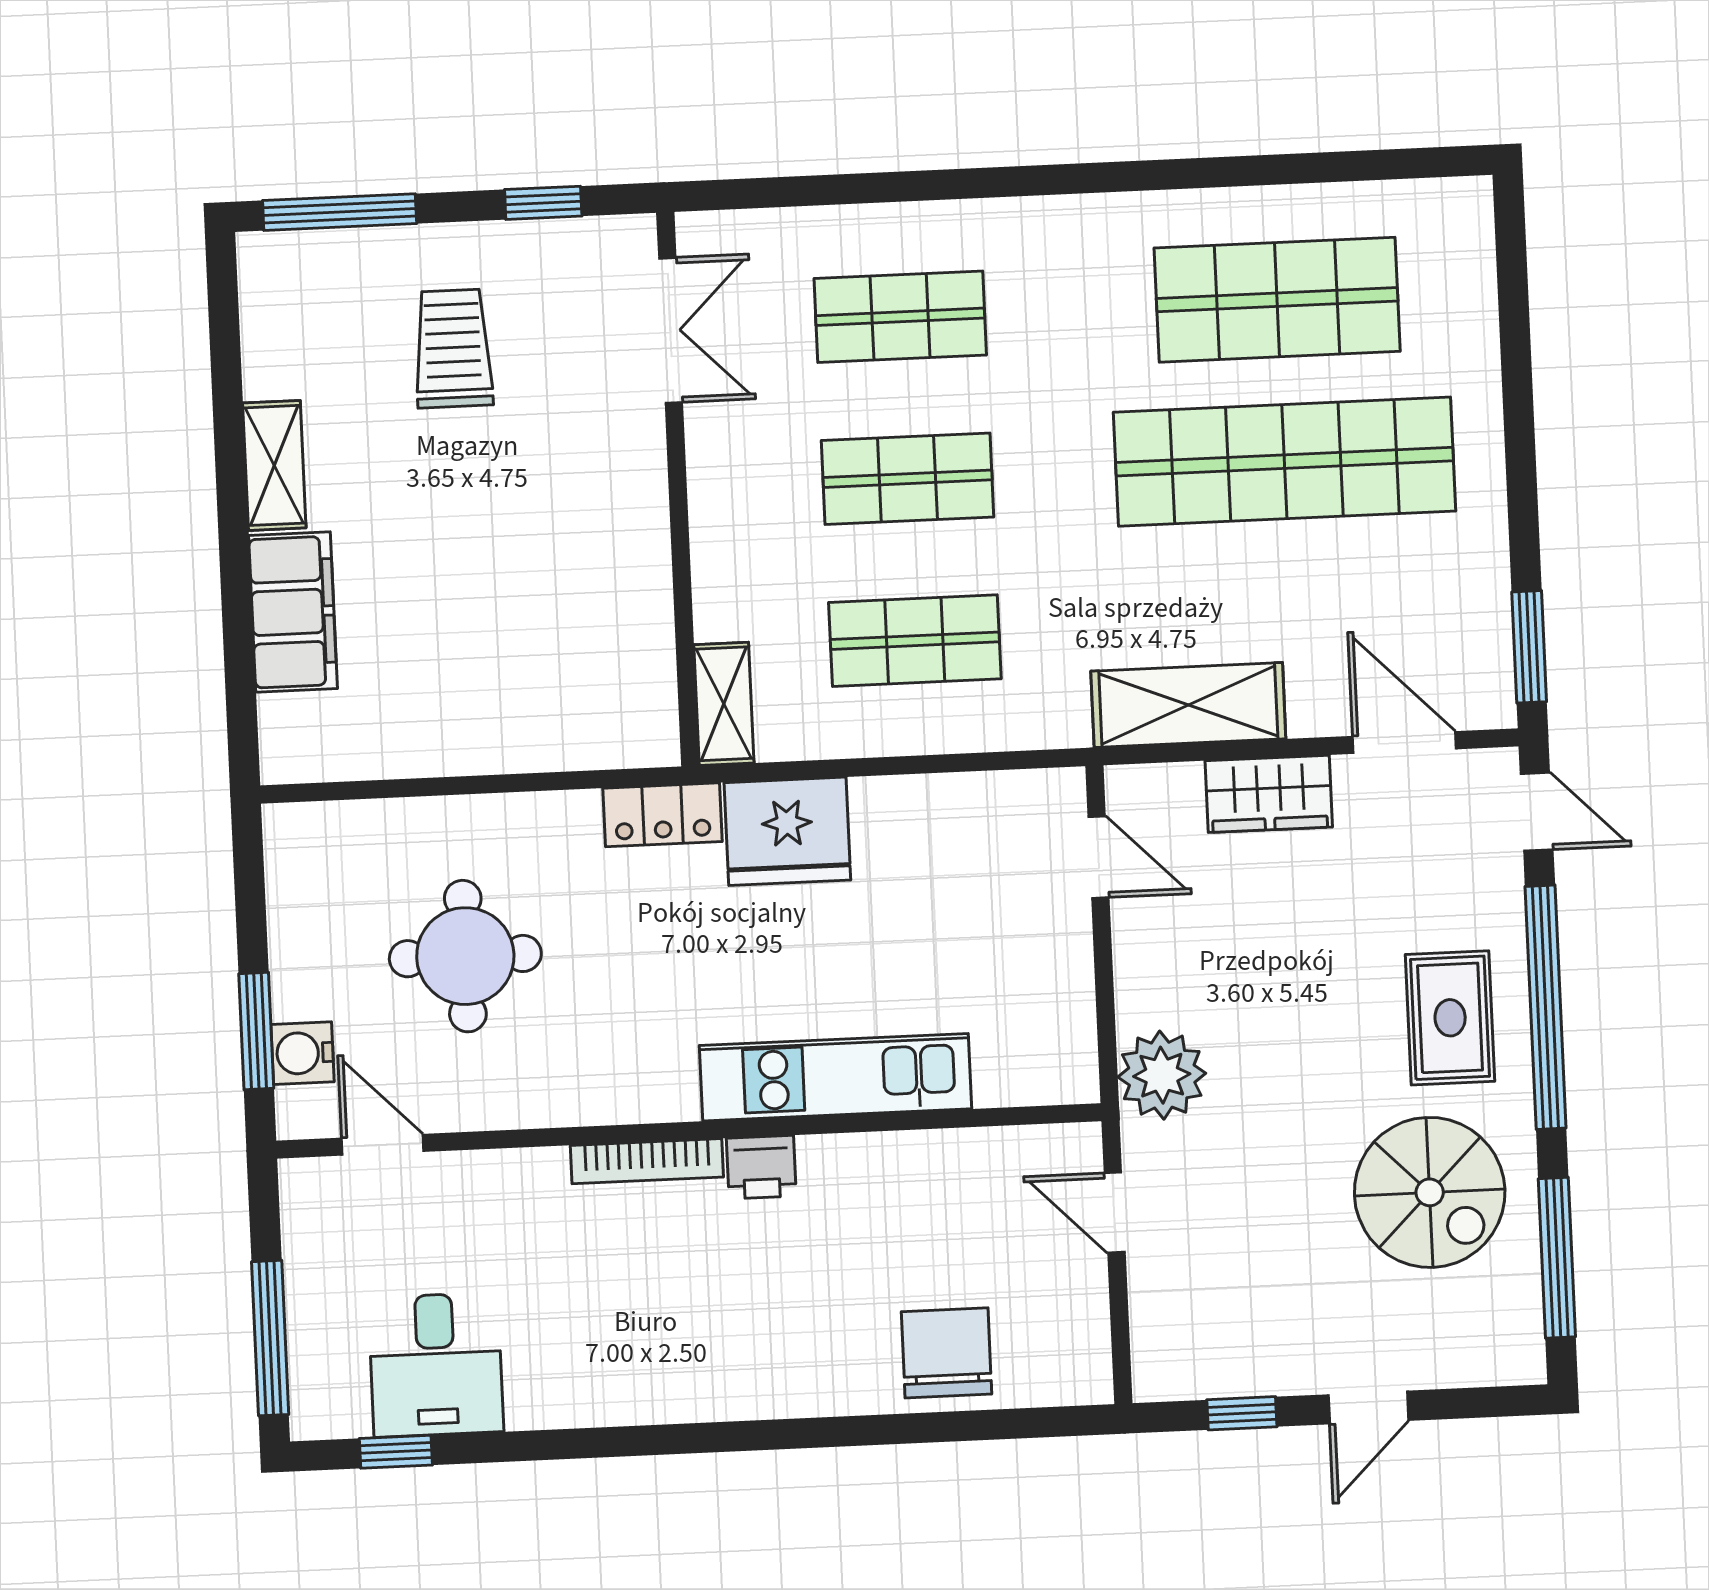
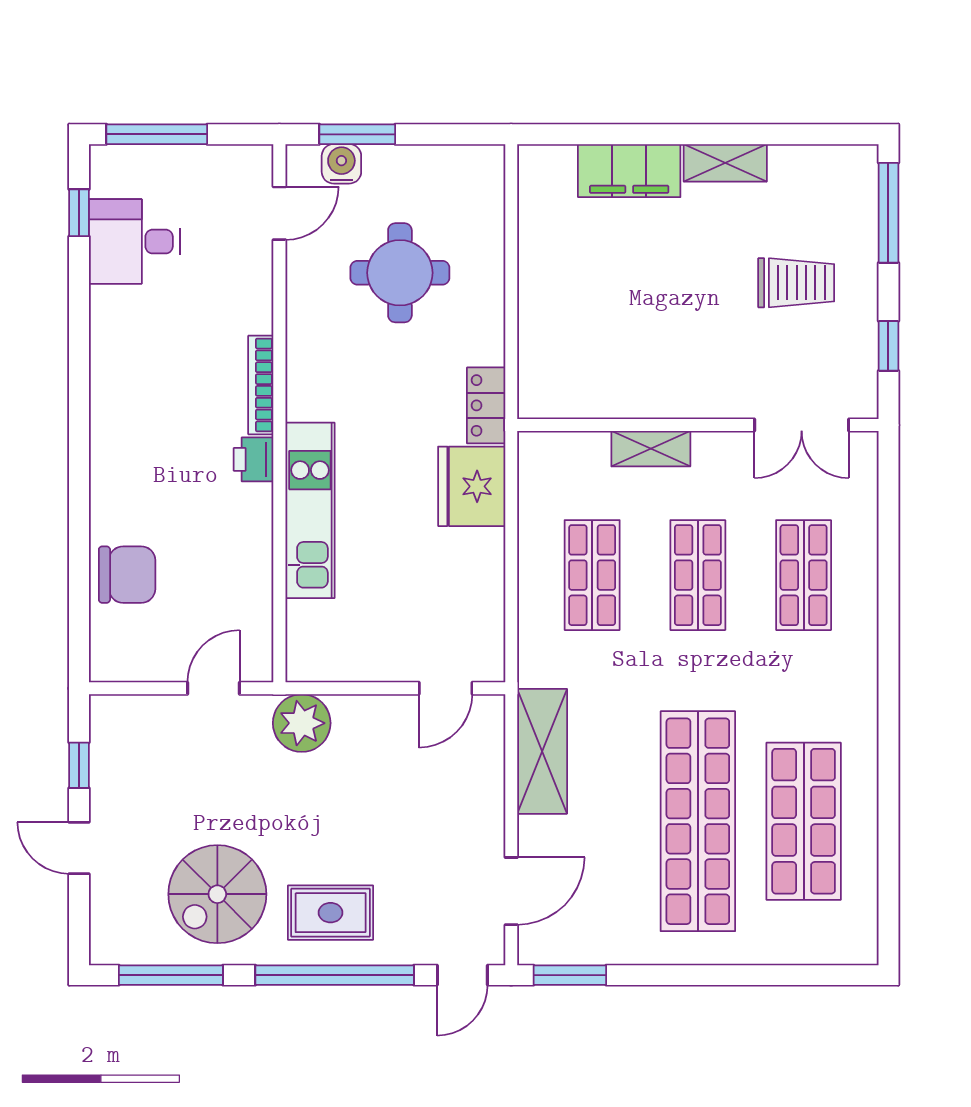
shelving: (724, 704) -> (651, 449), moved
wardrobe: (1269, 794) -> (482, 801), removed

